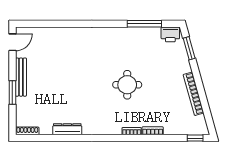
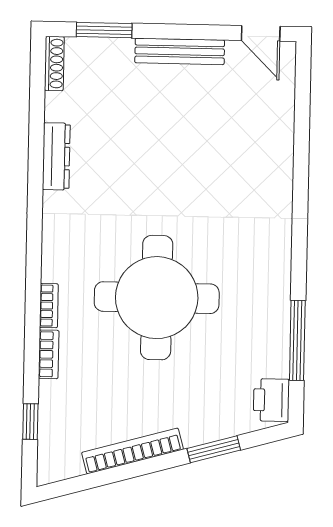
window: (189, 48) -> (214, 449), moved
round table: (127, 85) -> (157, 298), width x1.86, depth x1.86
window: (12, 92) -> (104, 30), moved
window: (195, 138) -> (30, 422), moved

